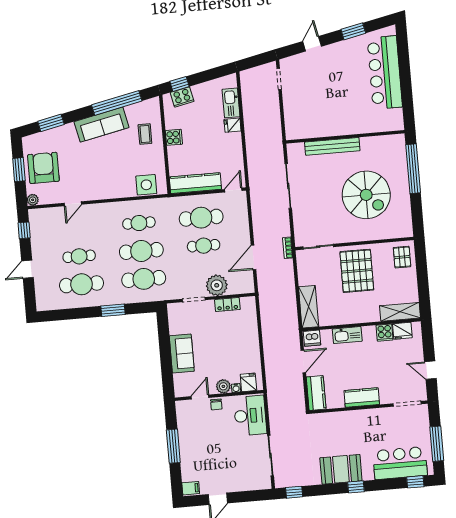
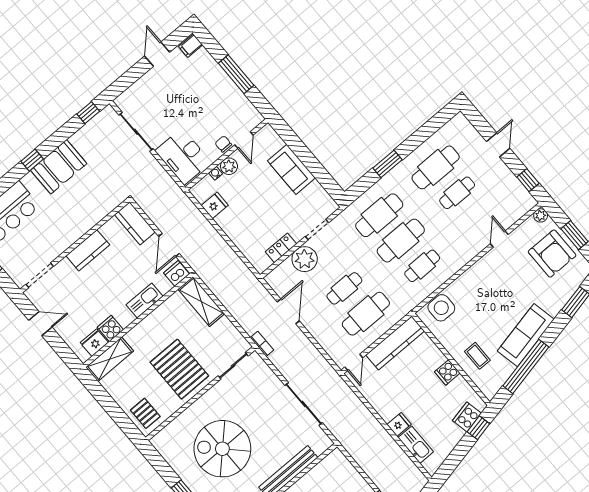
fridge: (248, 382) -> (215, 205), moved, turned -90

